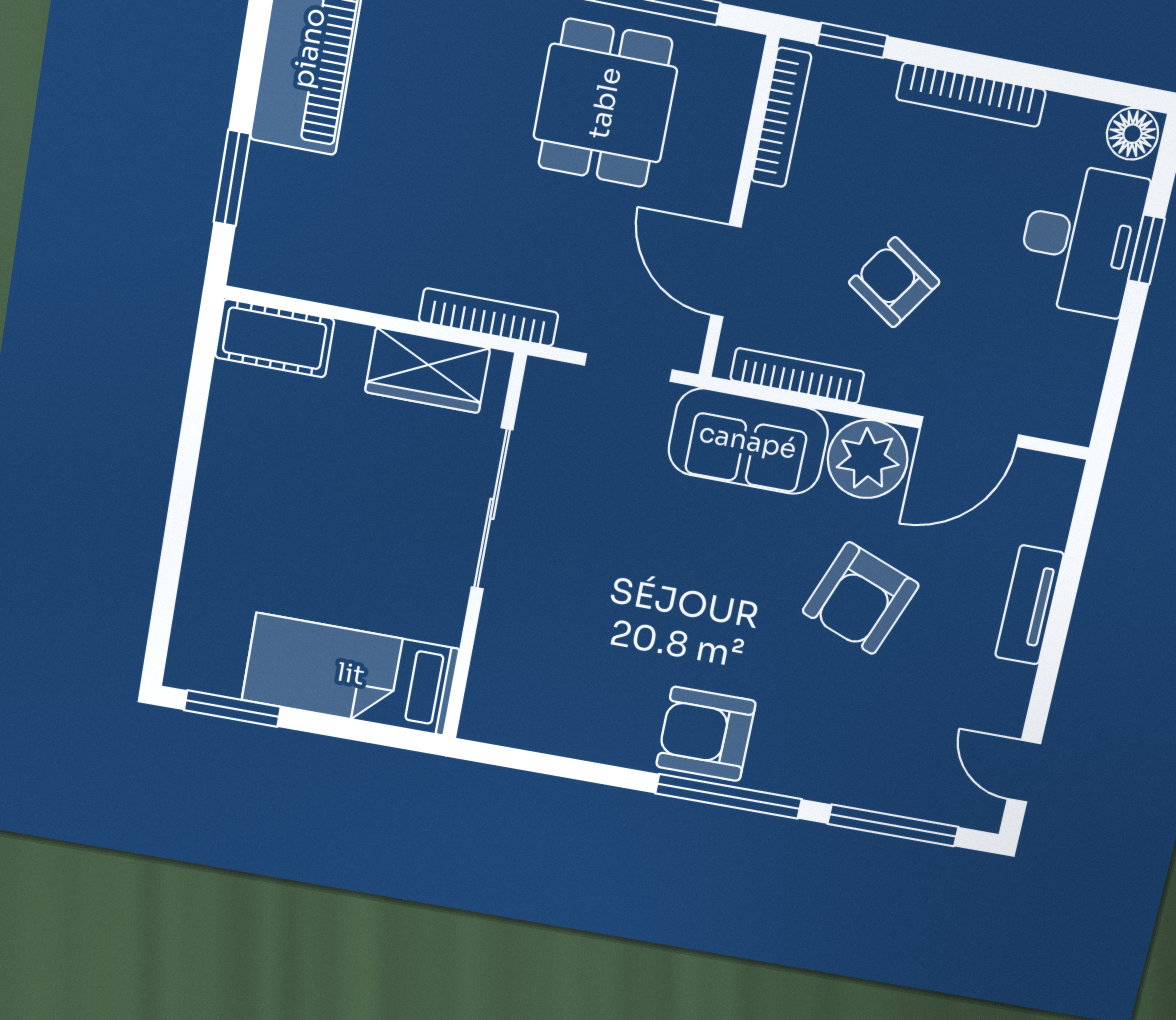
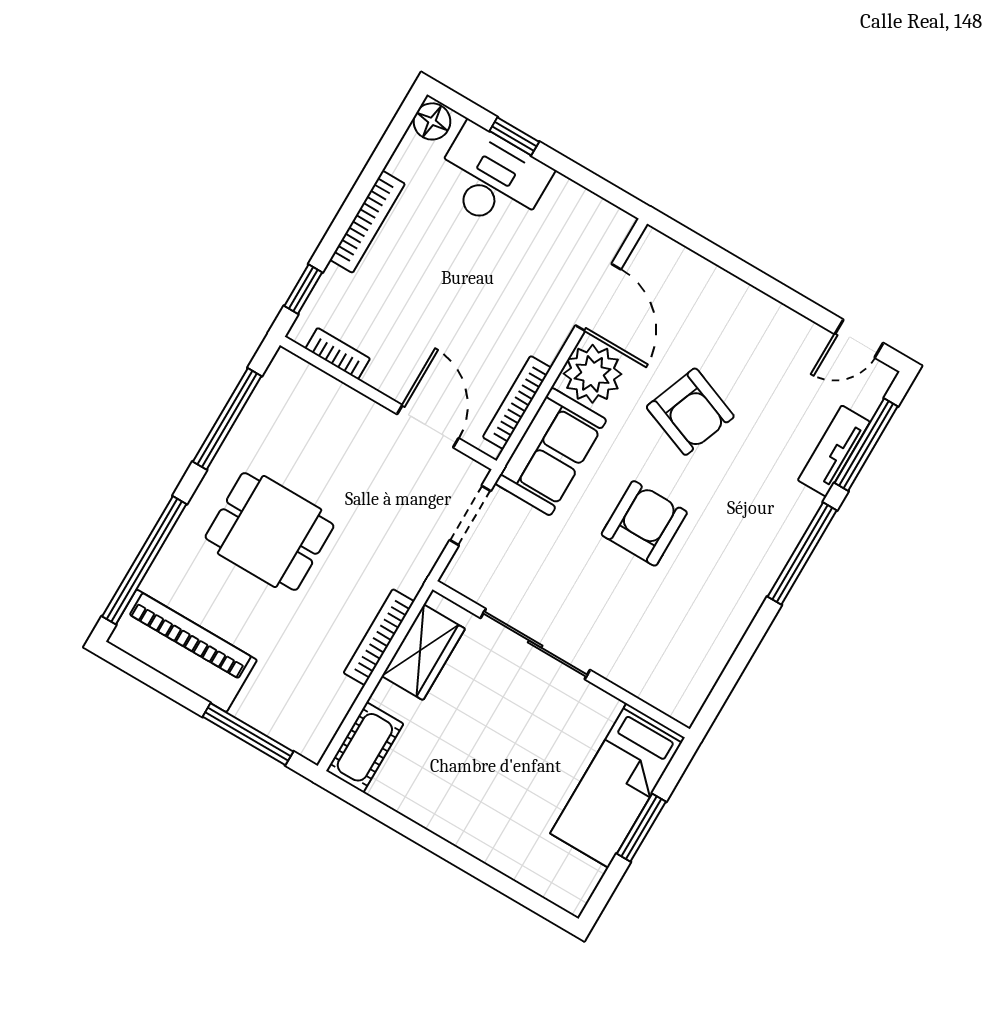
dining table: (605, 103) -> (270, 532), moved
bookcase: (781, 117) -> (338, 354), width x0.64
window: (232, 178) -> (248, 734), width x1.44
door: (726, 271) -> (428, 426), swing flipped
armchair: (894, 282) -> (476, 315), removed
bookcase: (489, 317) -> (379, 637), moved
tv unit: (1029, 605) -> (834, 451), moved, turned 90
window: (232, 709) -> (641, 828), moved
armchair: (706, 734) -> (644, 523), moved, turned 180

